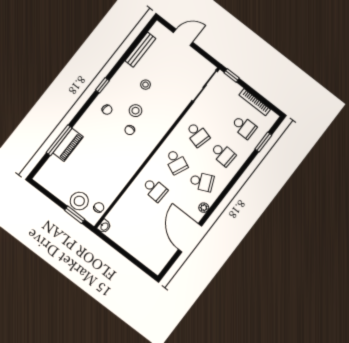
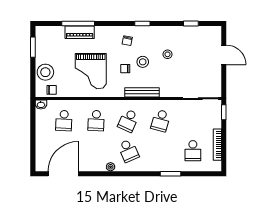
window: (135, 44) -> (191, 23), added
bench: (140, 50) -> (142, 92), moved
window: (263, 142) -> (170, 174), moved
school desk: (223, 154) -> (64, 121), moved
grand piano: (109, 161) -> (91, 71), added
window: (75, 215) -> (33, 47), moved
door: (190, 238) -> (63, 174), moved

